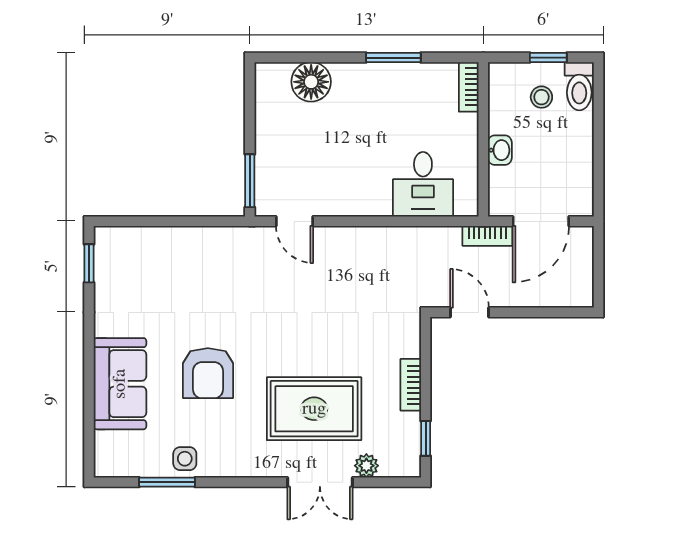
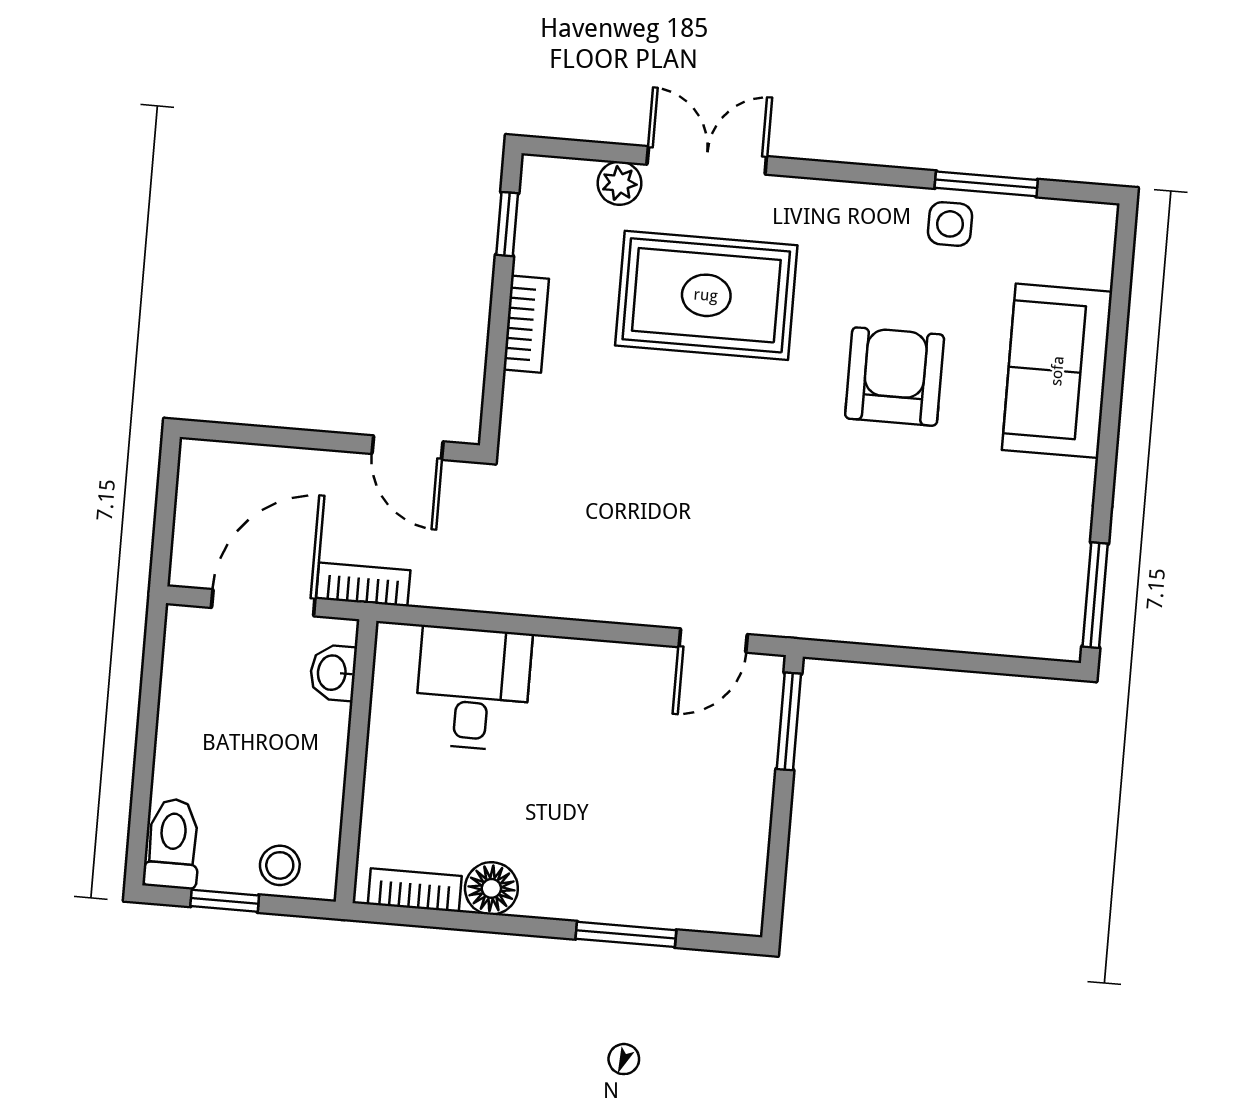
window: (393, 58) -> (626, 934), moved
floor lamp: (311, 82) -> (491, 888), moved, width x0.73, depth x0.73
bookcase: (469, 87) -> (415, 890), moved, turned -90
stool: (541, 97) -> (280, 865), moved
washbasin: (500, 150) -> (333, 673), moved
door: (295, 221) -> (713, 641), swing flipped
window: (89, 263) -> (1095, 595), width x1.50

